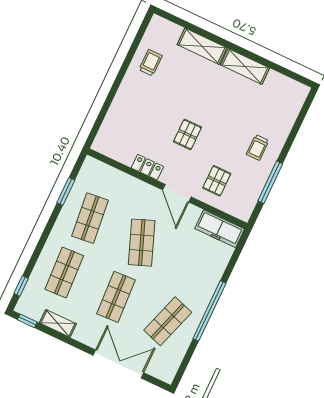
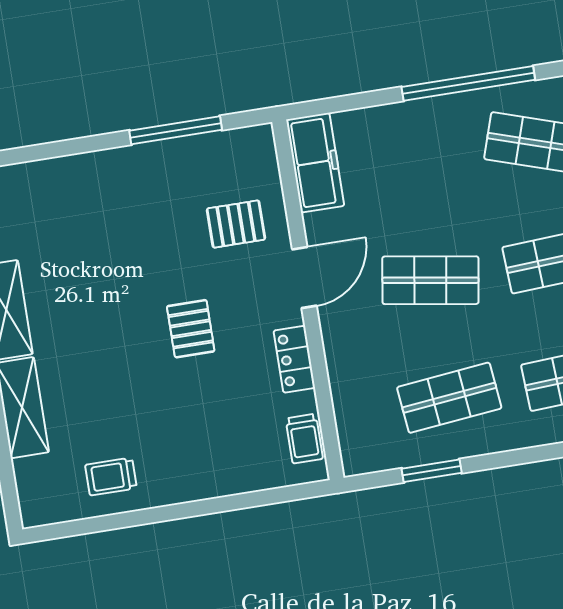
pallet: (188, 134) -> (191, 329), turned 90
trolley: (258, 147) -> (304, 439), moved, turned 90
shop shelf: (142, 243) -> (430, 280), turned 30

